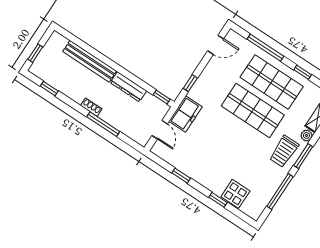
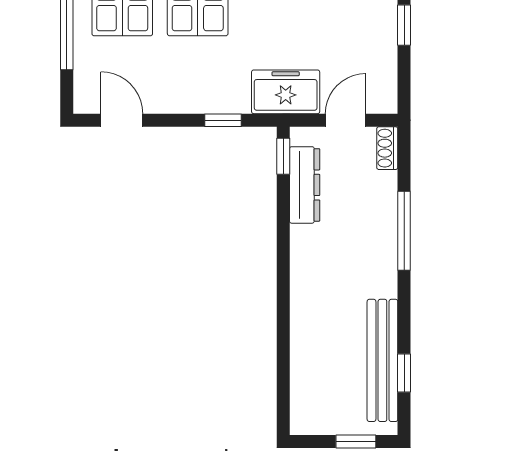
bench: (90, 61) -> (382, 360), moved
dresser: (128, 87) -> (305, 185), moved
shoe rack: (91, 107) -> (387, 148), moved

